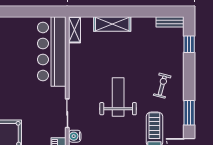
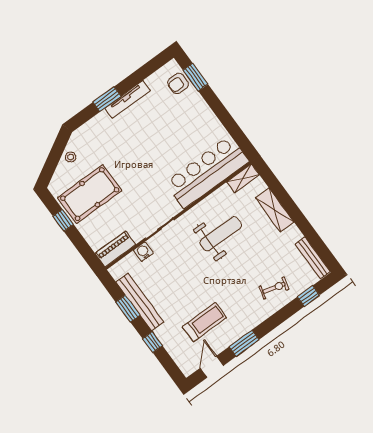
bench: (170, 22) -> (313, 258), width x1.36
exercise bike: (162, 86) -> (274, 288), moved
weight bench: (118, 97) -> (221, 234), moved

